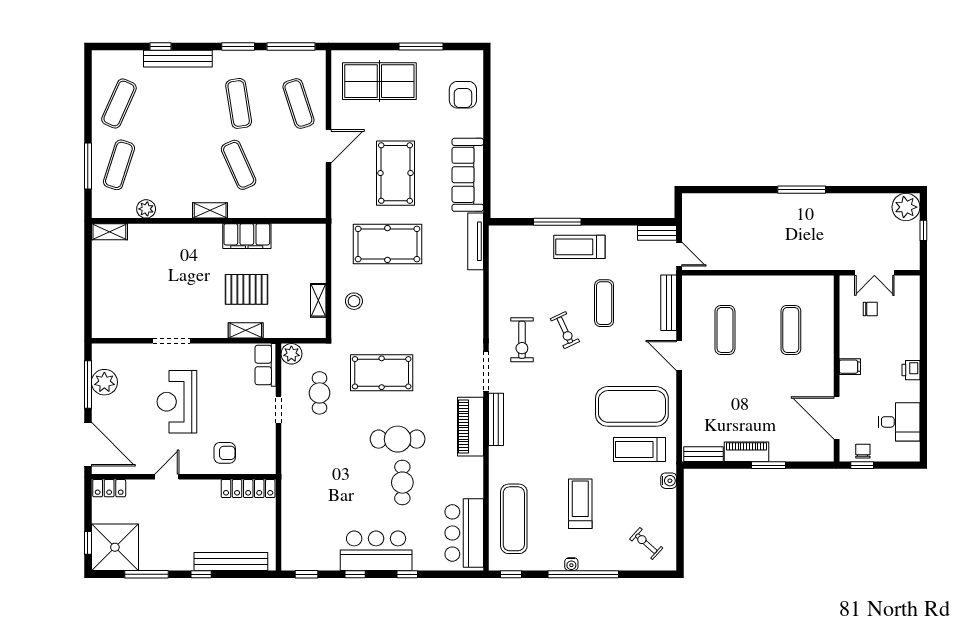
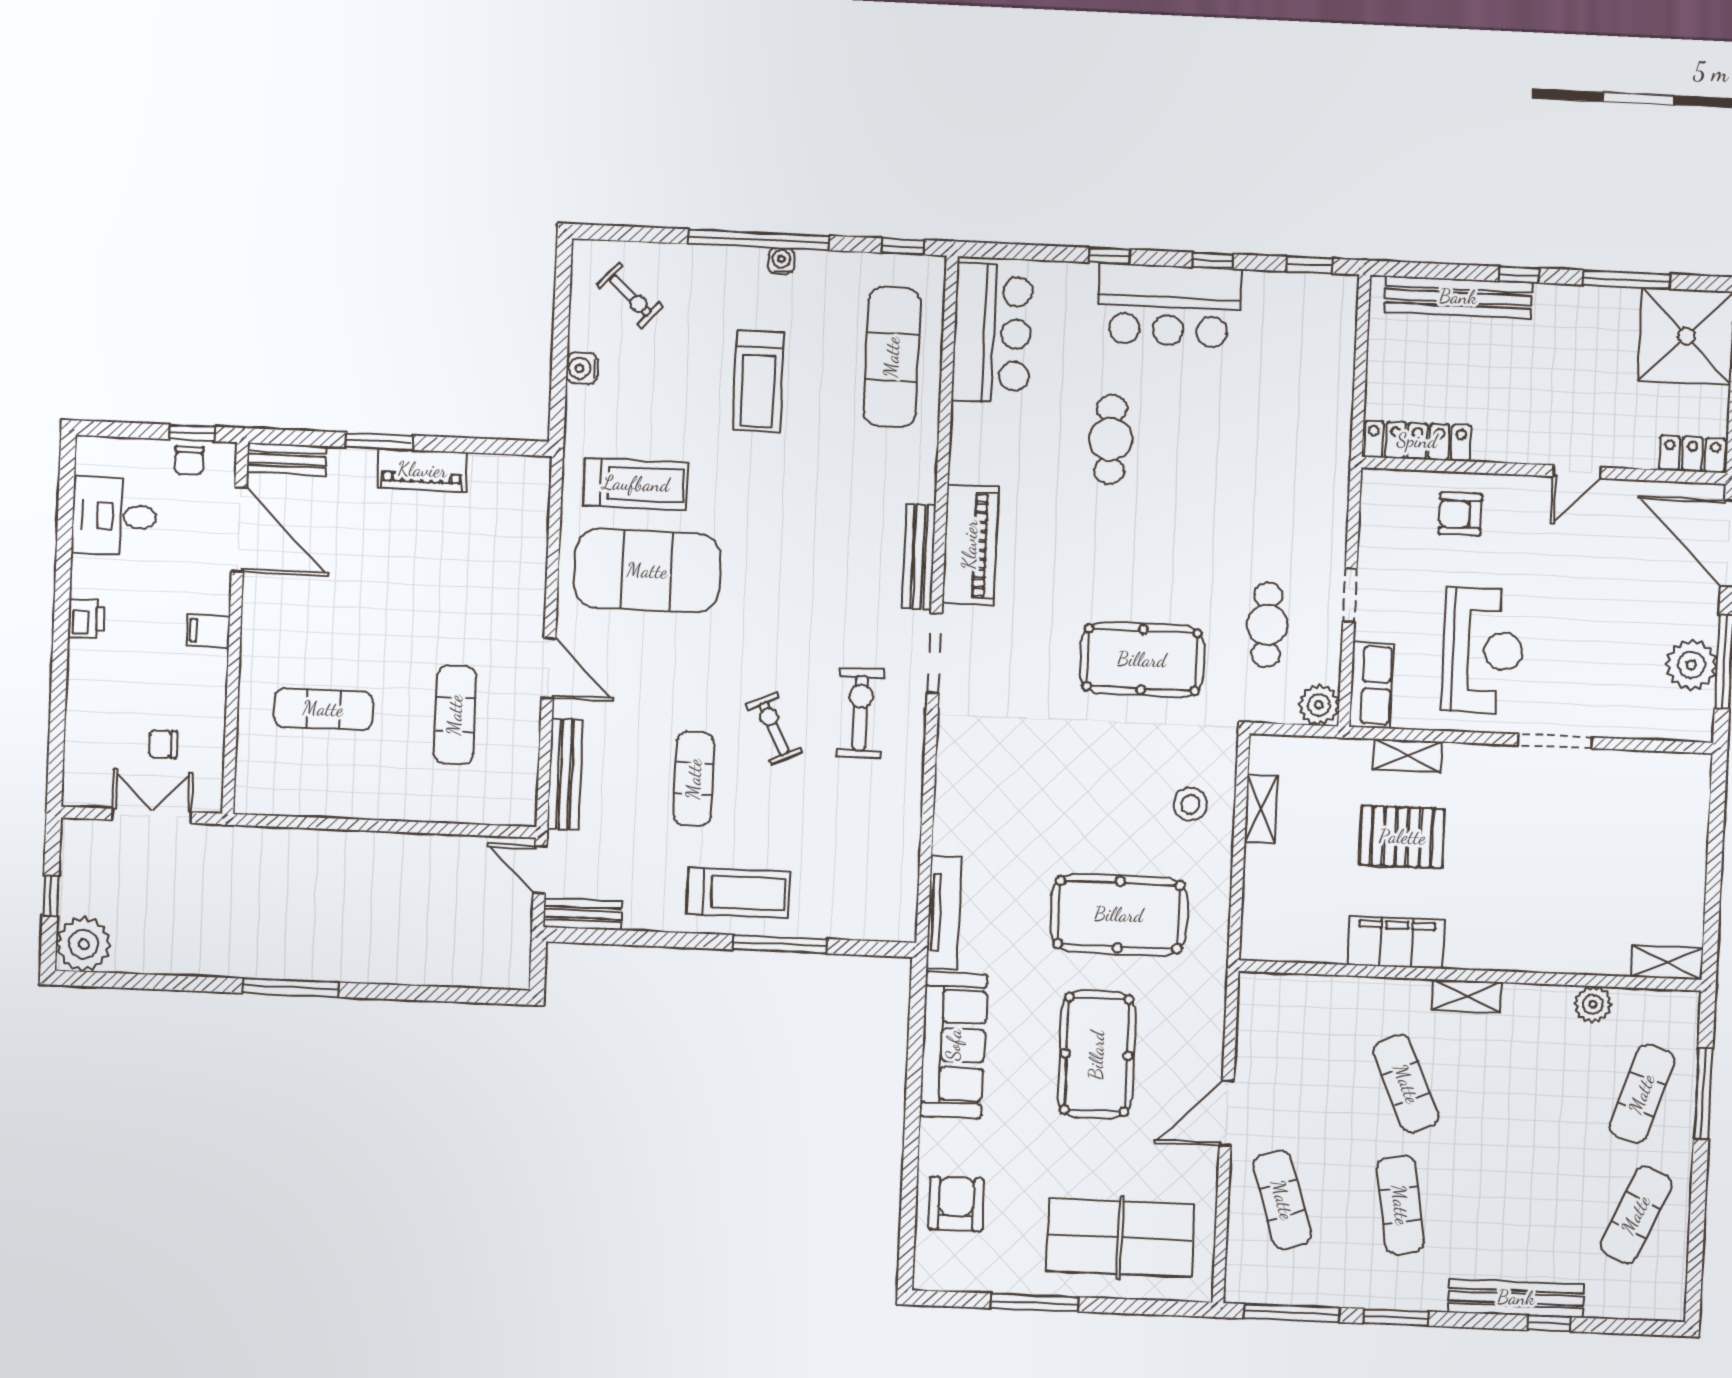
exercise mat: (791, 330) -> (323, 709), turned 90
reception desk: (177, 402) -> (1483, 651), moved
cafe table: (398, 439) -> (1116, 526), removed
bench: (703, 454) -> (287, 459), moved
water cooler: (669, 481) -> (582, 369), moved

